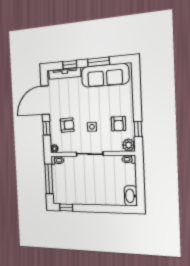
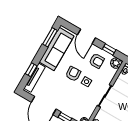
window: (98, 62) -> (50, 37), moved
door: (137, 97) -> (86, 36), added
armchair: (67, 125) -> (73, 74), moved

